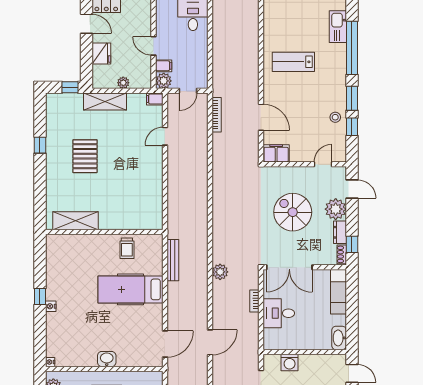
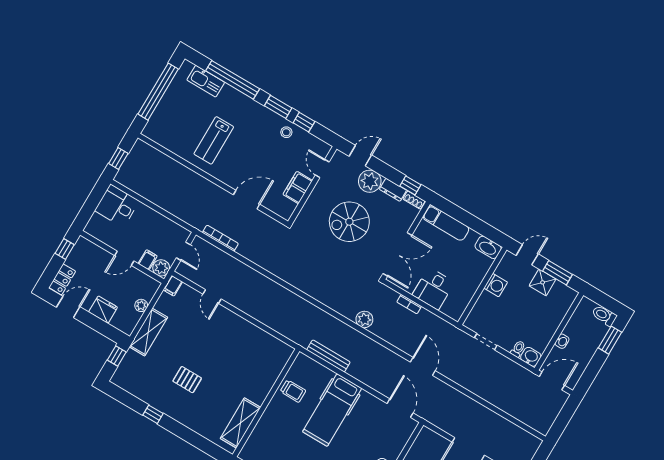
filing cabinet: (276, 153) -> (298, 188), moved
pallet: (85, 156) -> (187, 380), width x0.67, depth x0.71
washing machine: (290, 362) -> (496, 285), moved

